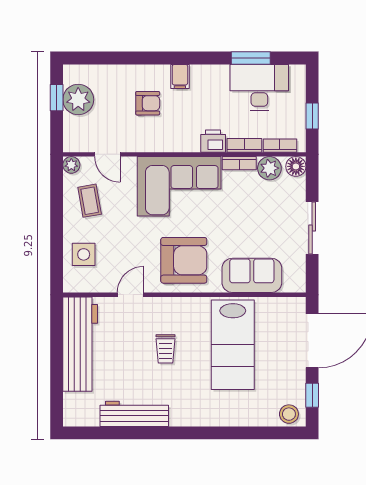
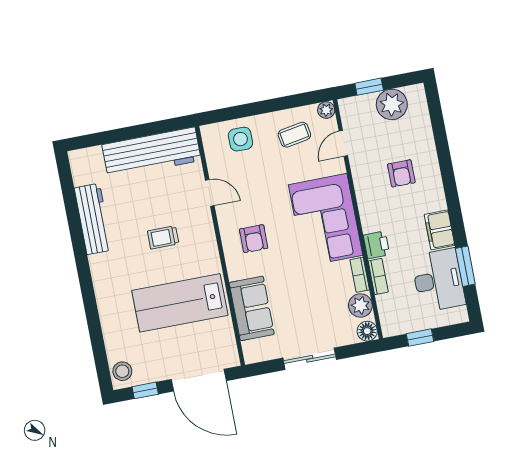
filing cabinet: (180, 76) -> (440, 230), moved, width x2.00
window: (57, 98) -> (369, 87), moved
bookcase: (280, 146) -> (385, 312), removed
armchair: (184, 260) -> (254, 239), width x0.53, depth x0.53

